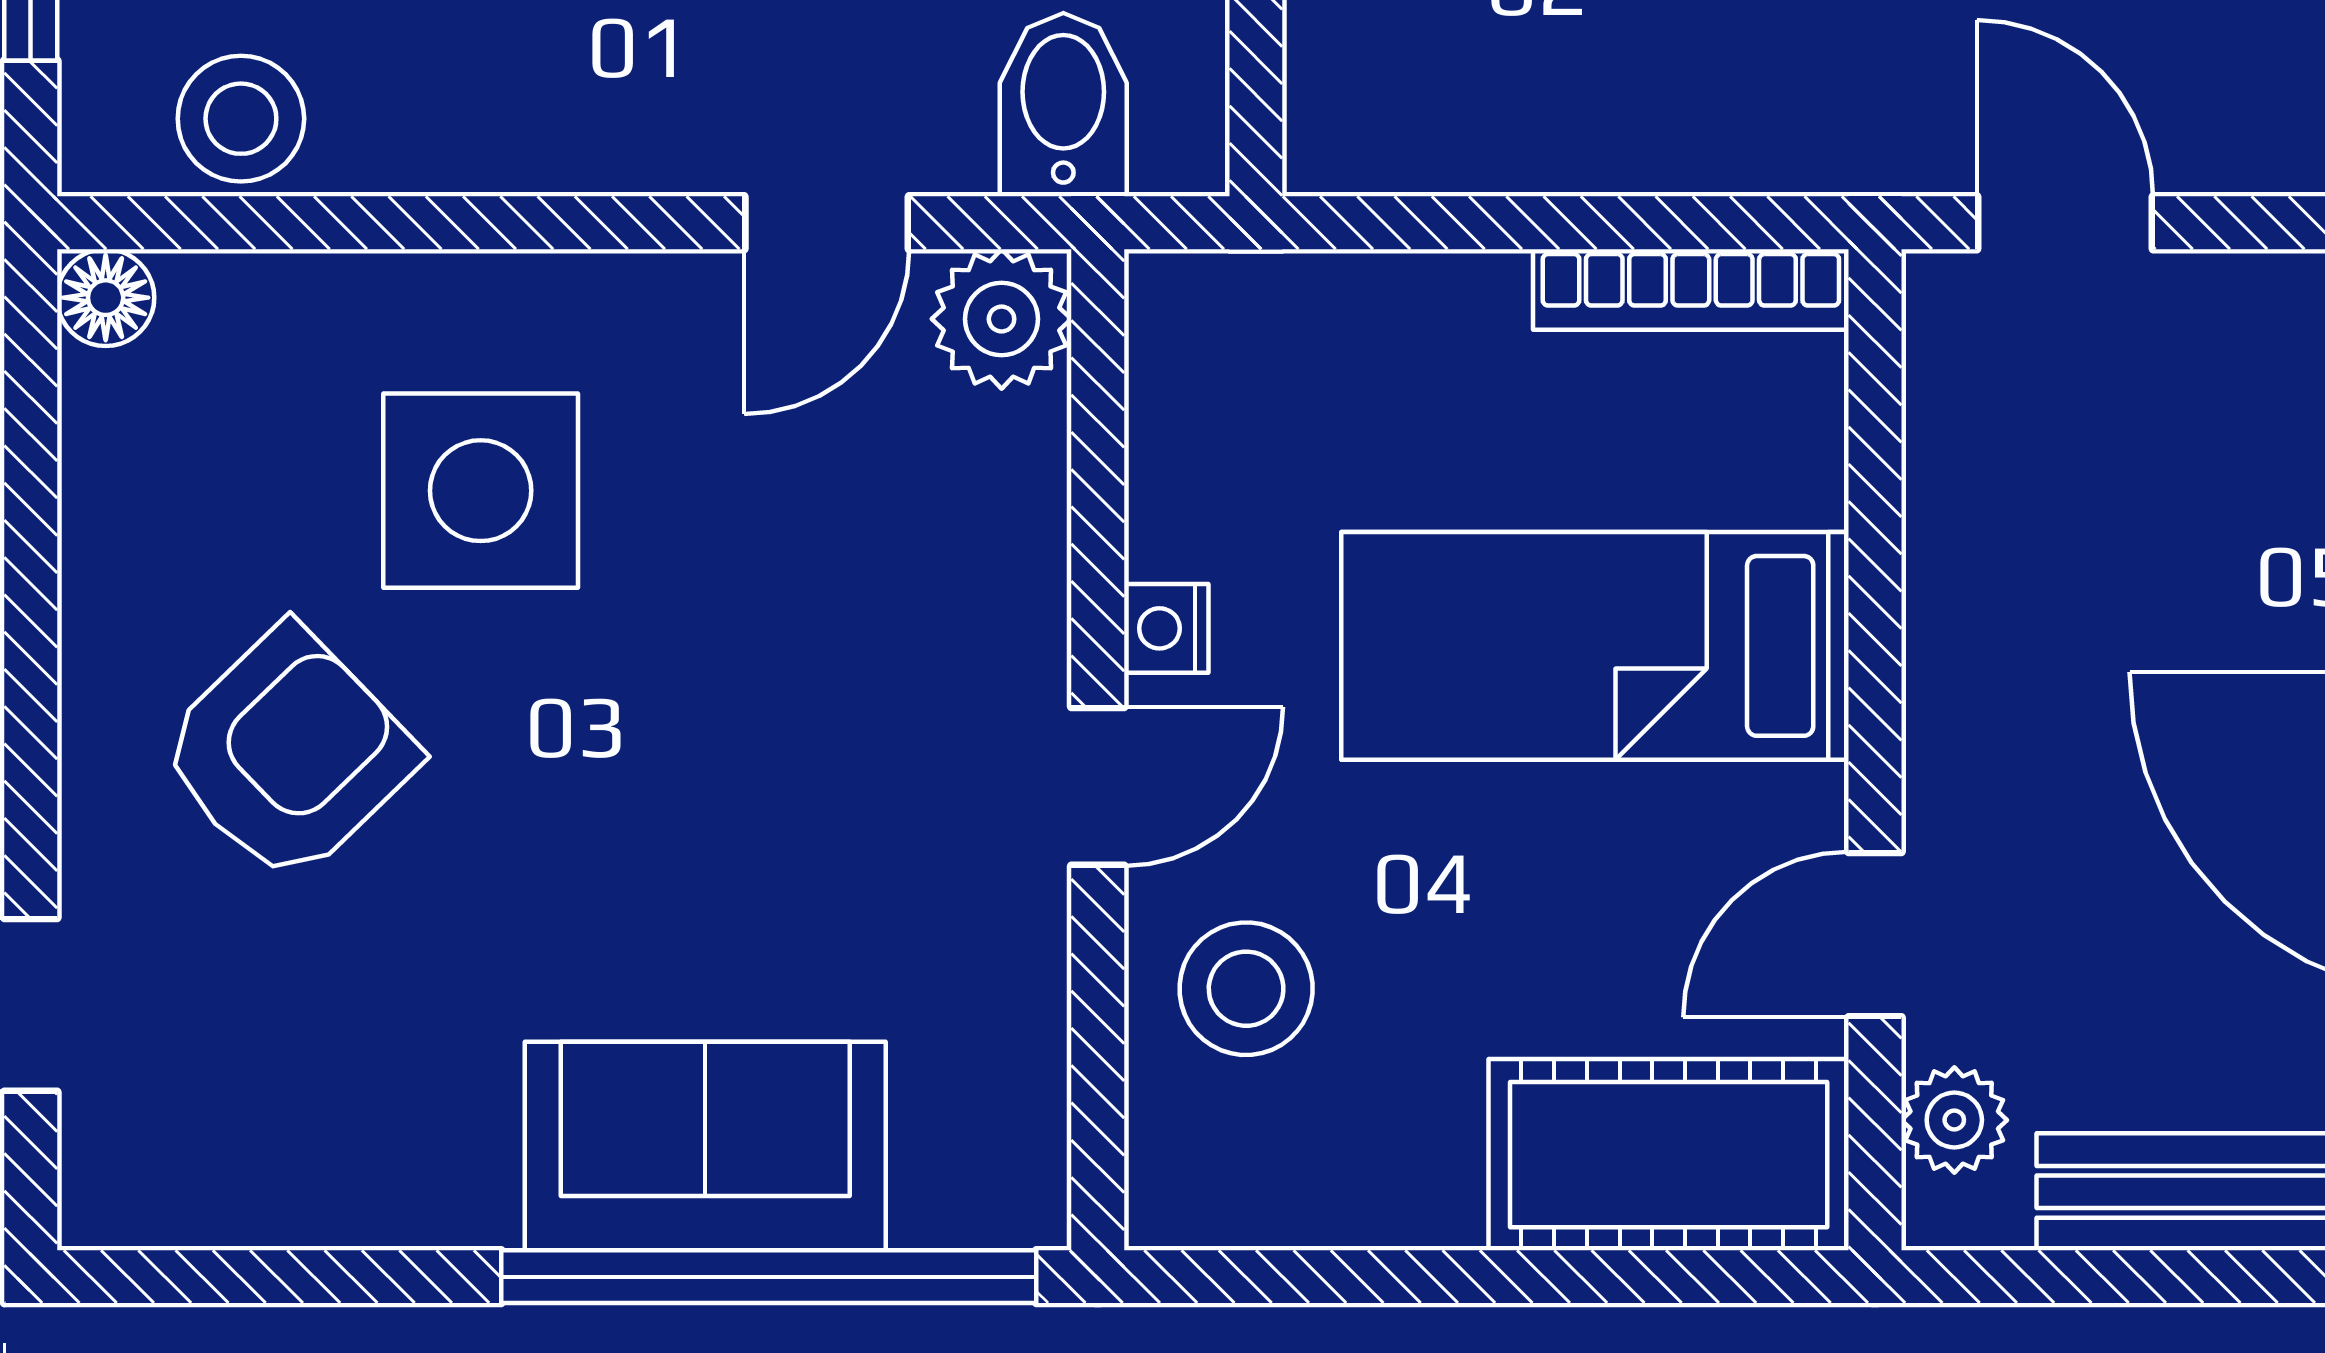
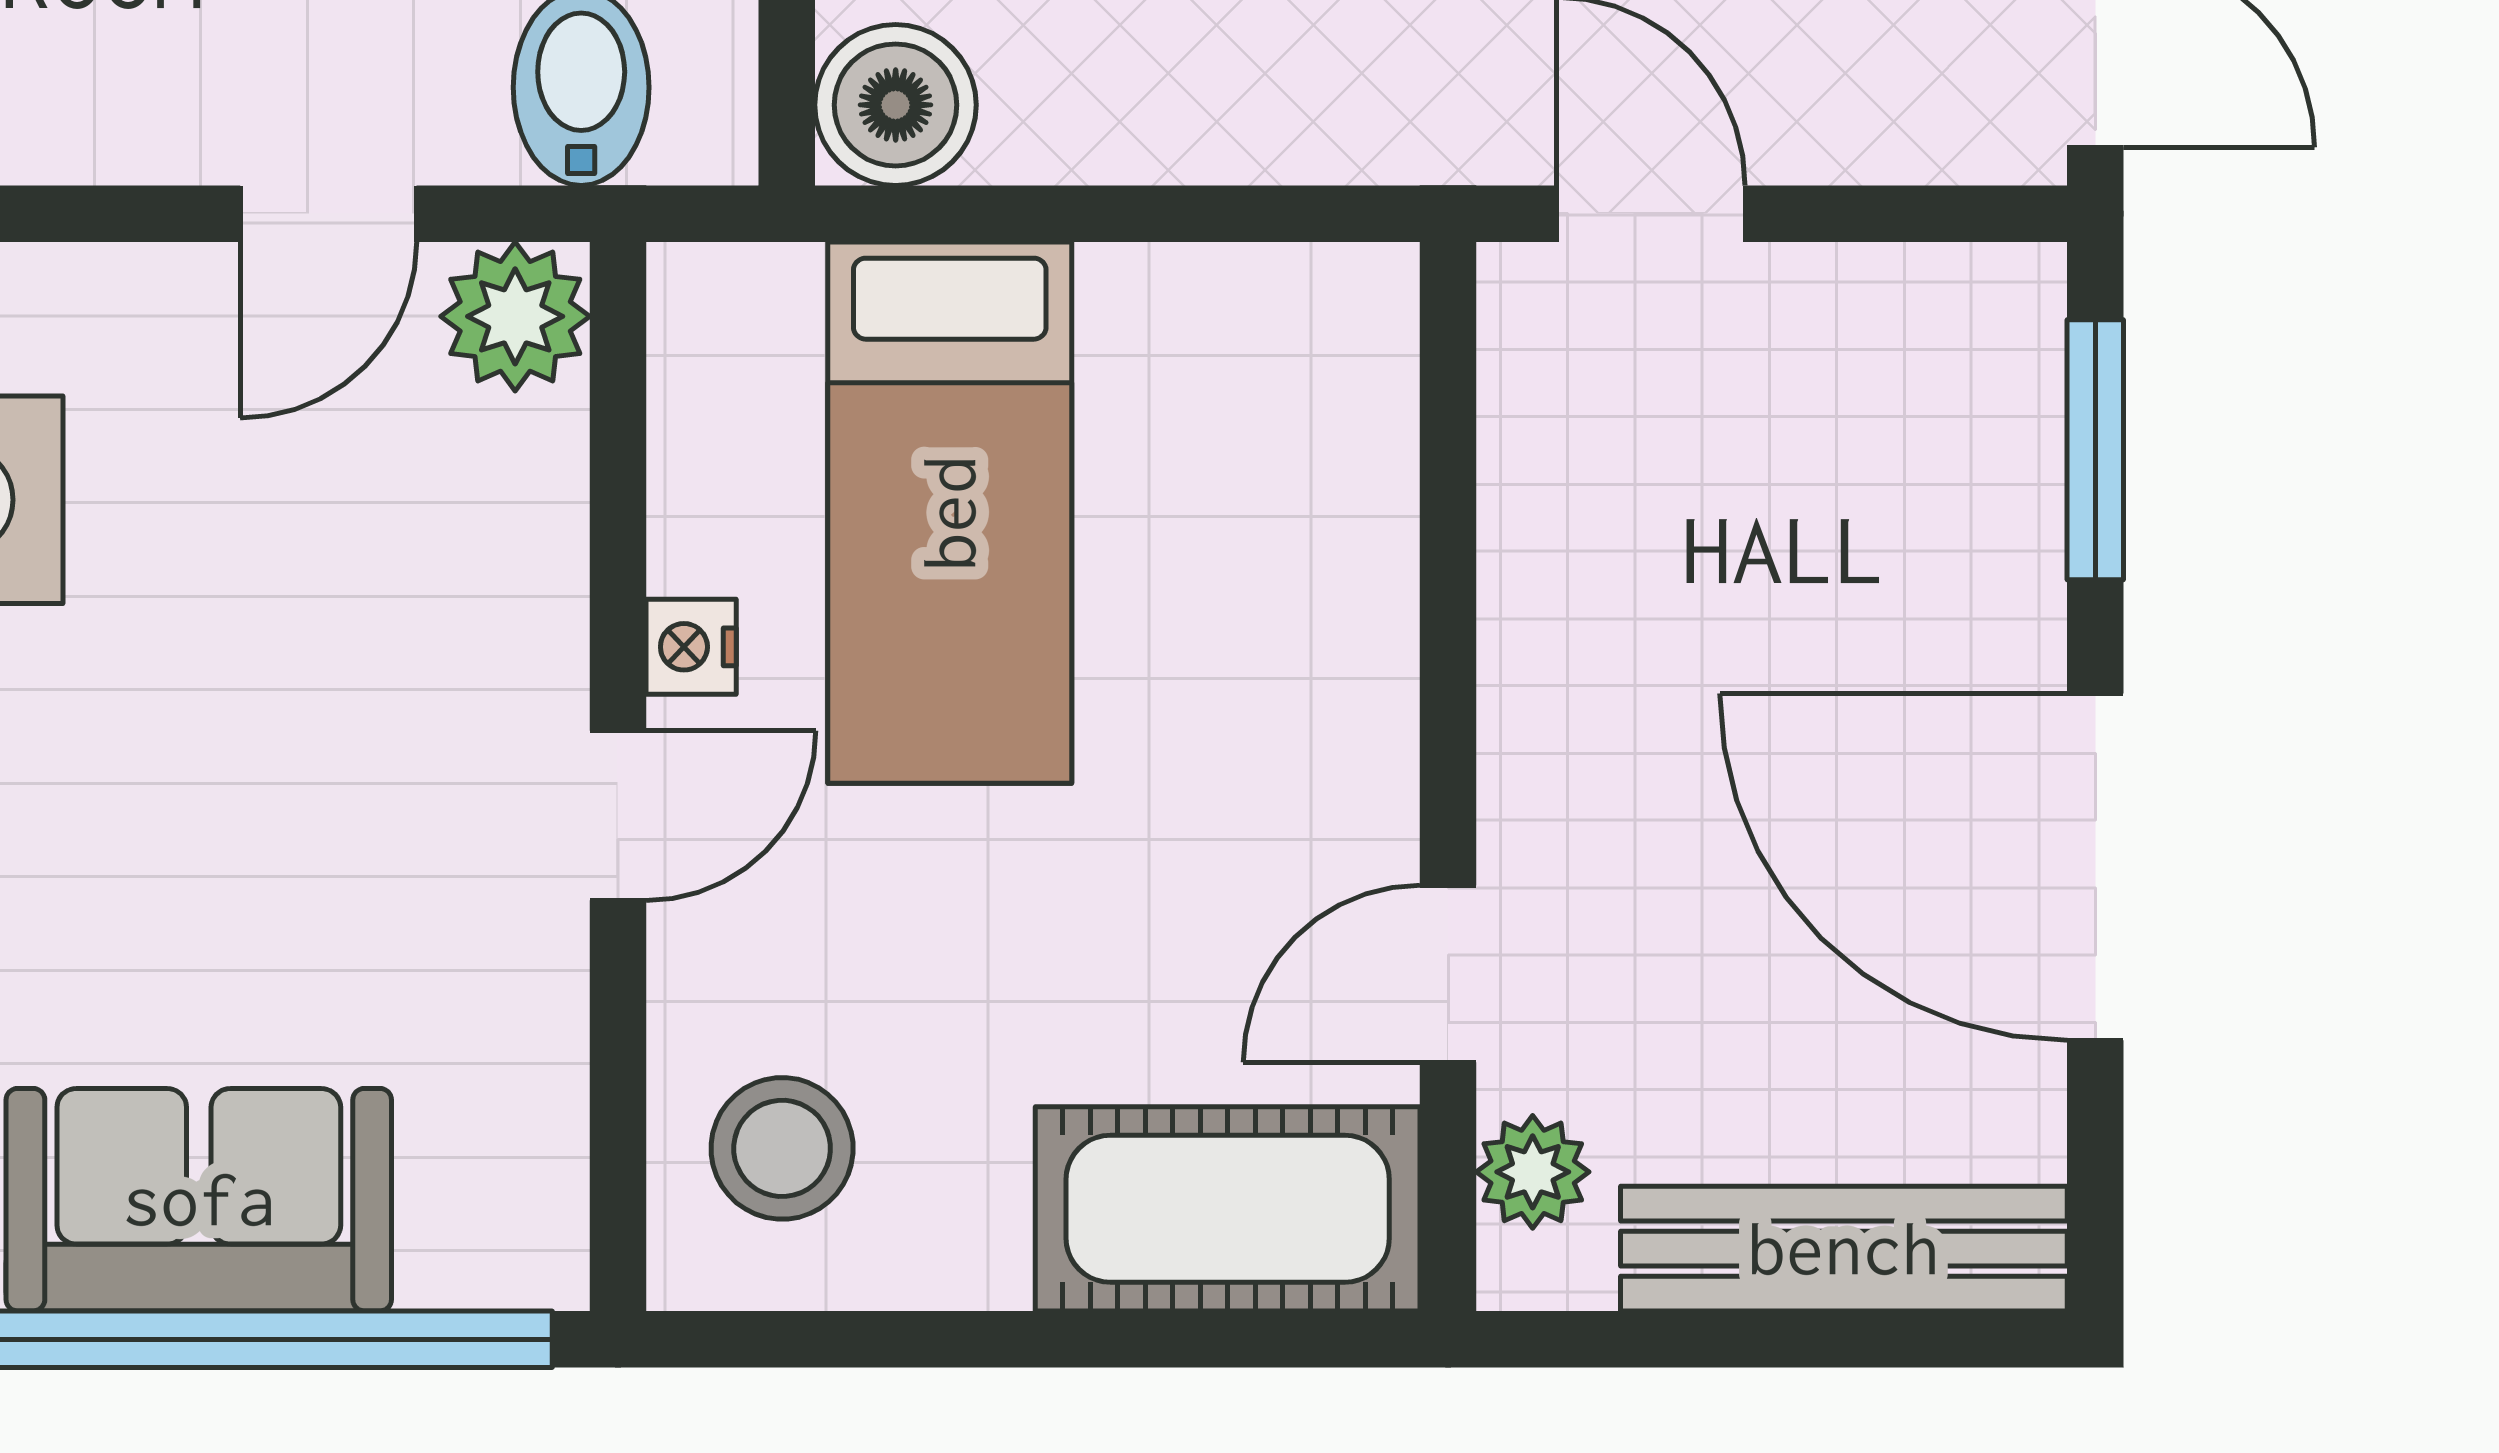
boiler: (1358, 121) -> (896, 105), added
bookcase: (1691, 290) -> (1251, 285), removed
bed: (1595, 646) -> (950, 513), moved, turned -90
stool: (1246, 989) -> (782, 1148), moved

